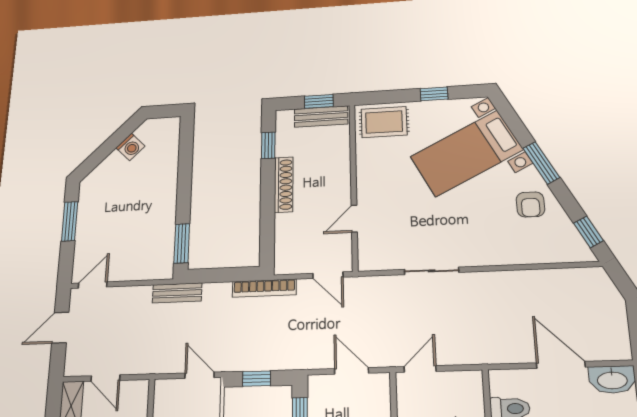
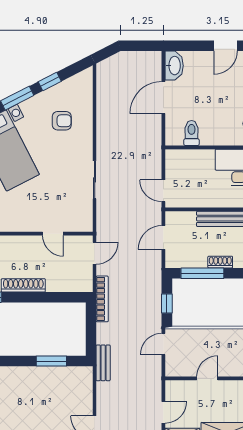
armchair: (530, 204) -> (62, 121), moved
window: (588, 232) -> (50, 82), moved
window: (182, 243) -> (51, 361), moved

